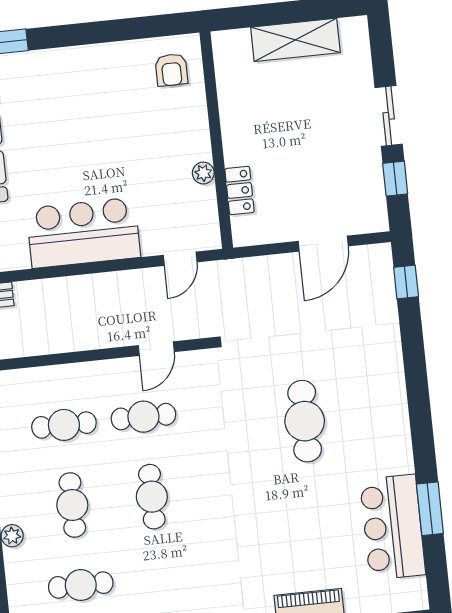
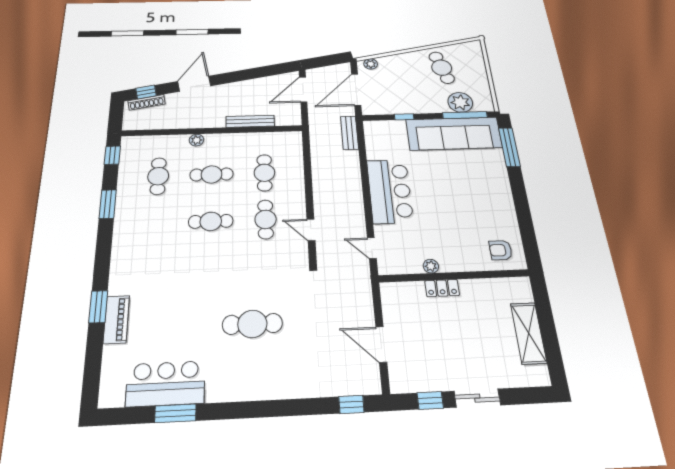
locker: (240, 191) -> (442, 288), moved

